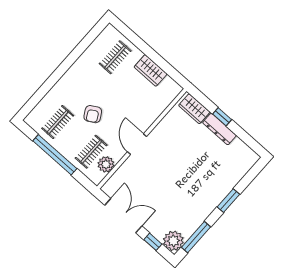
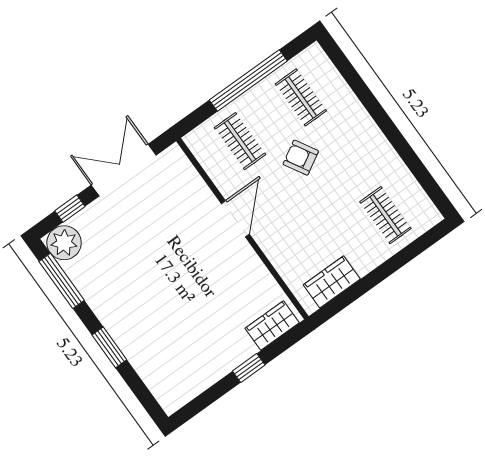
wardrobe: (151, 70) -> (332, 282), moved
dresser: (219, 129) -> (230, 359), removed
door: (137, 144) -> (235, 219), hinge flipped
plant: (106, 164) -> (214, 161), removed
double door: (123, 216) -> (124, 170), swing flipped

